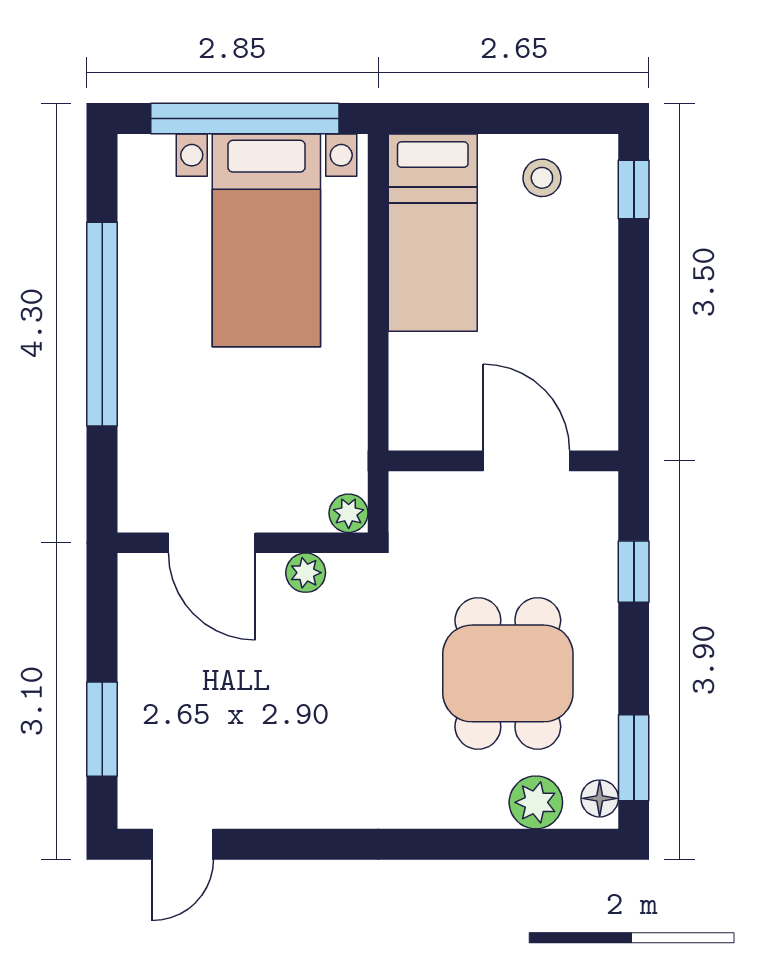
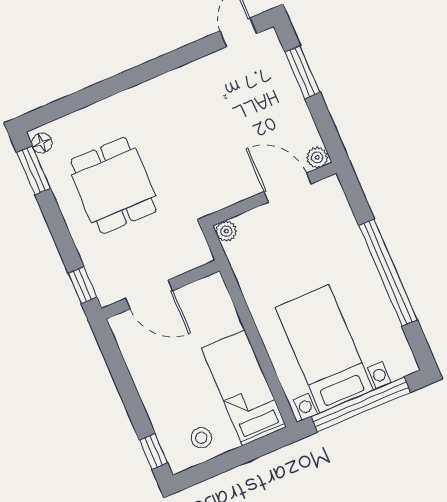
window: (634, 572) -> (83, 285), moved
plant: (306, 573) -> (317, 157), moved
plant: (536, 802) -> (73, 128), removed

